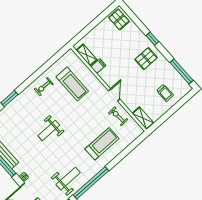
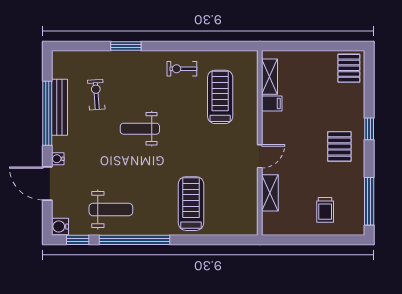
pallet: (146, 59) -> (339, 146), turned 90
treadmill: (72, 84) -> (220, 97), turned 180
exercise bike: (118, 116) -> (96, 95), moved
shelving: (143, 118) -> (270, 193), moved
treadmill: (102, 144) -> (191, 204), turned -90

